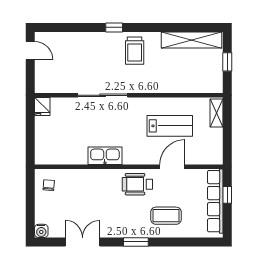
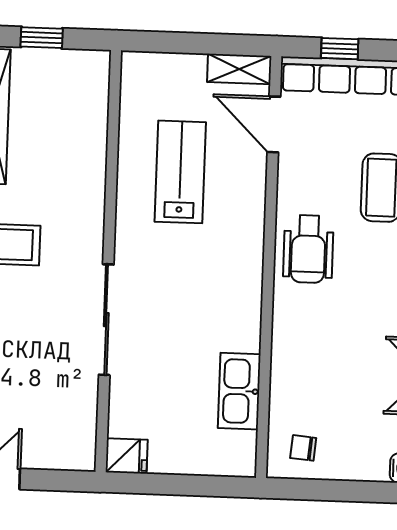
shelving: (217, 113) -> (239, 69), moved
kitchen sink: (105, 156) -> (239, 391), moved
door: (172, 167) -> (274, 124), moved

